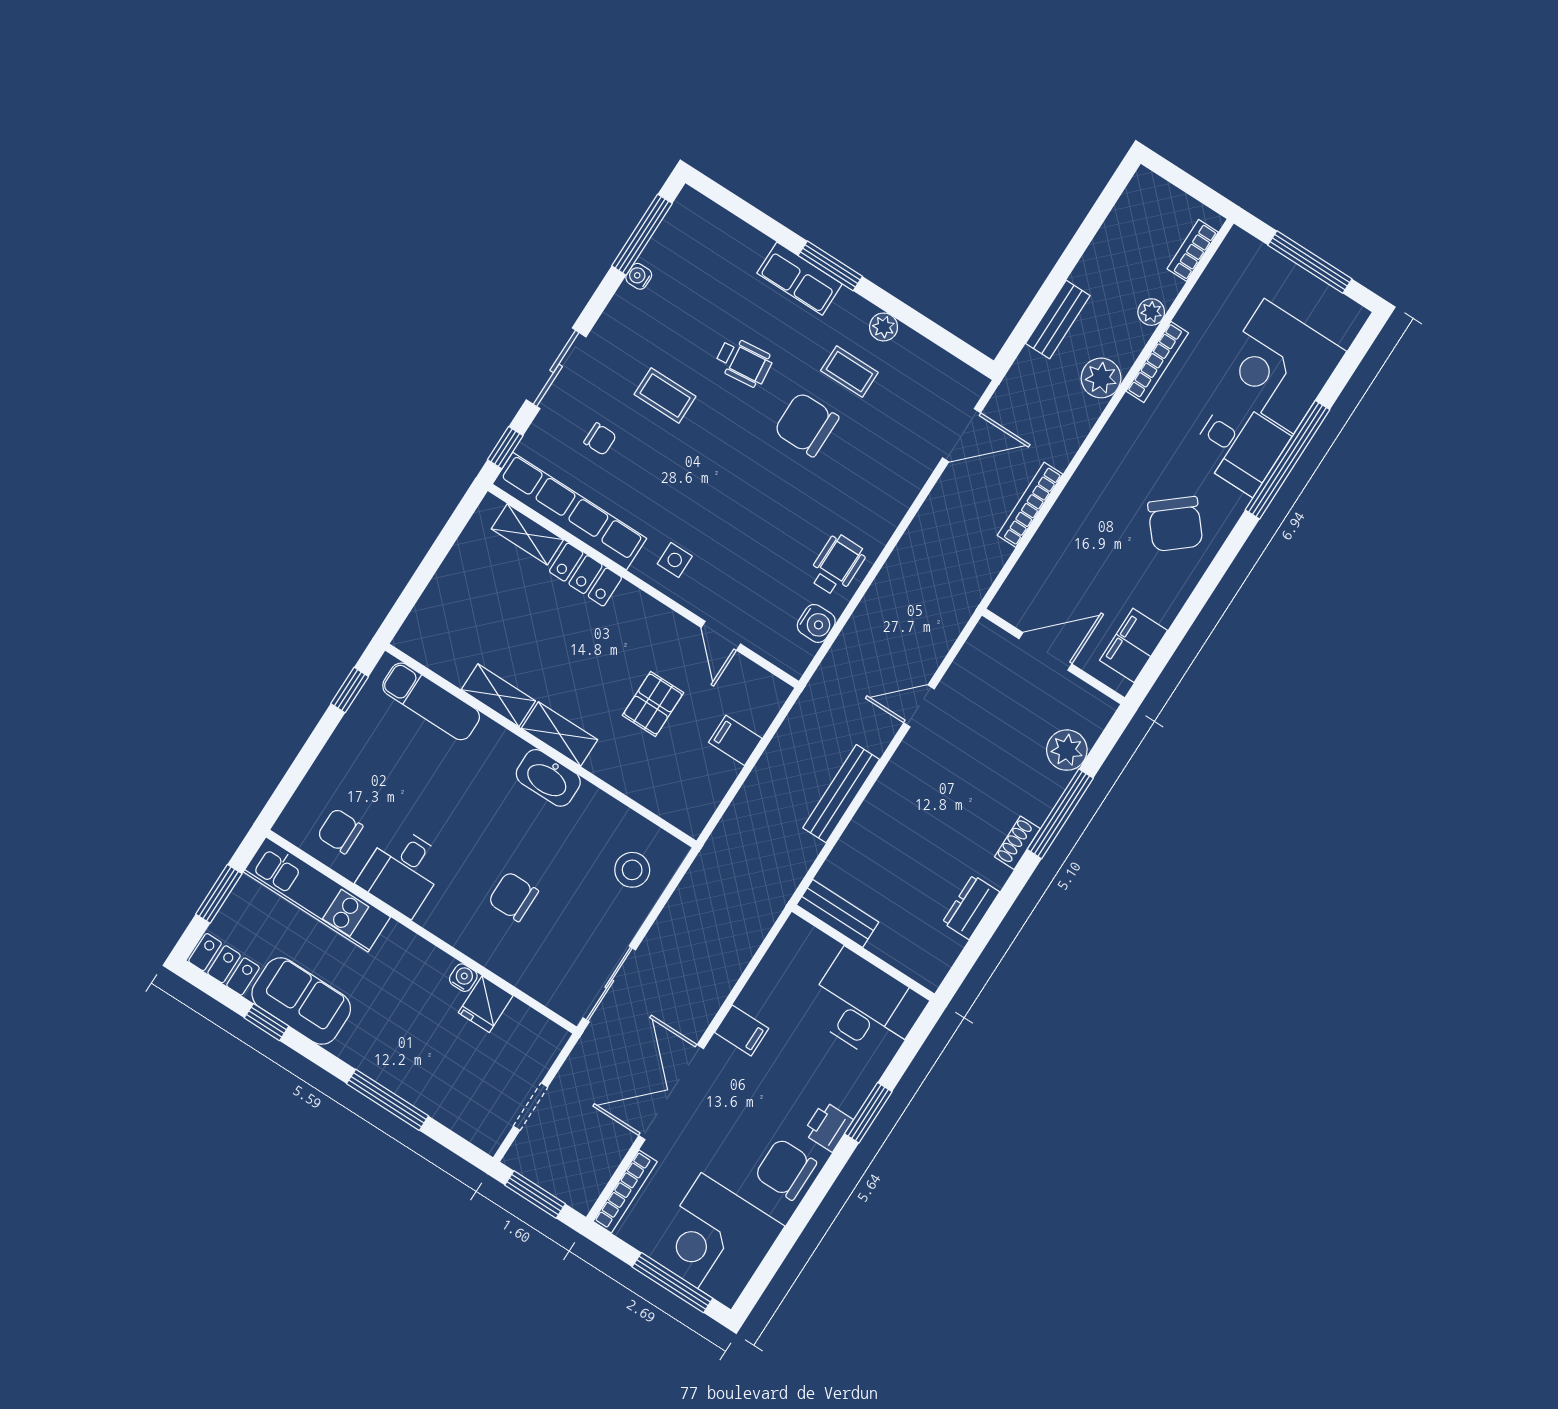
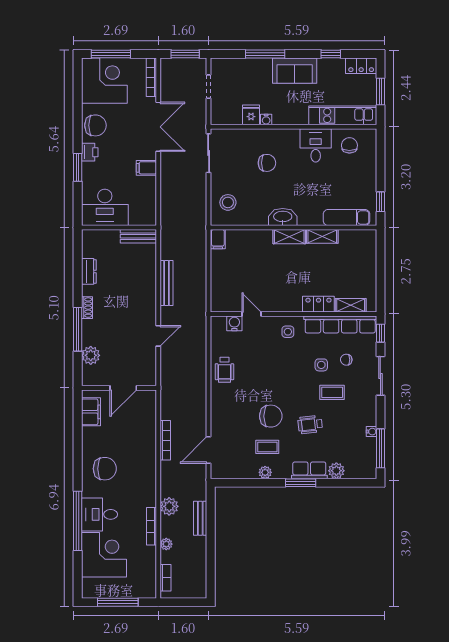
plant: (750, 246) -> (336, 471), added
side table: (652, 459) -> (321, 365), added
chair: (1175, 524) -> (105, 469), turned 130
water cooler: (816, 623) -> (234, 323), moved, turned 90
pallet: (653, 704) -> (261, 271), removed
filing cabinet: (735, 740) -> (218, 239), moved, turned 90
chair: (340, 831) -> (349, 145), turned -90
sofa: (301, 1001) -> (295, 71), moved

